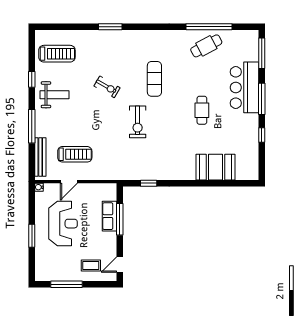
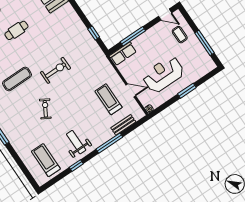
bench: (40, 157) -> (123, 125), width x0.73
row of seats: (109, 216) -> (123, 54), moved

